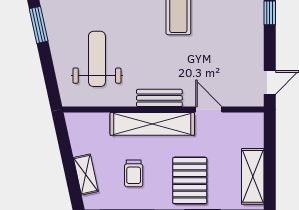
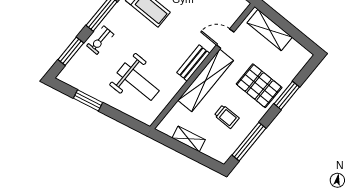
weight bench: (97, 59) -> (138, 82), turned 180
shelving: (86, 175) -> (189, 139), moved
shelving: (253, 176) -> (270, 30), moved

